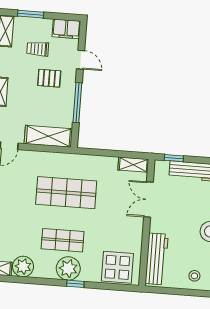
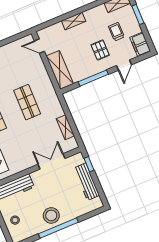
shelving: (133, 165) -> (65, 127), moved
shop shelf: (66, 193) -> (27, 102), width x0.70, depth x0.74

